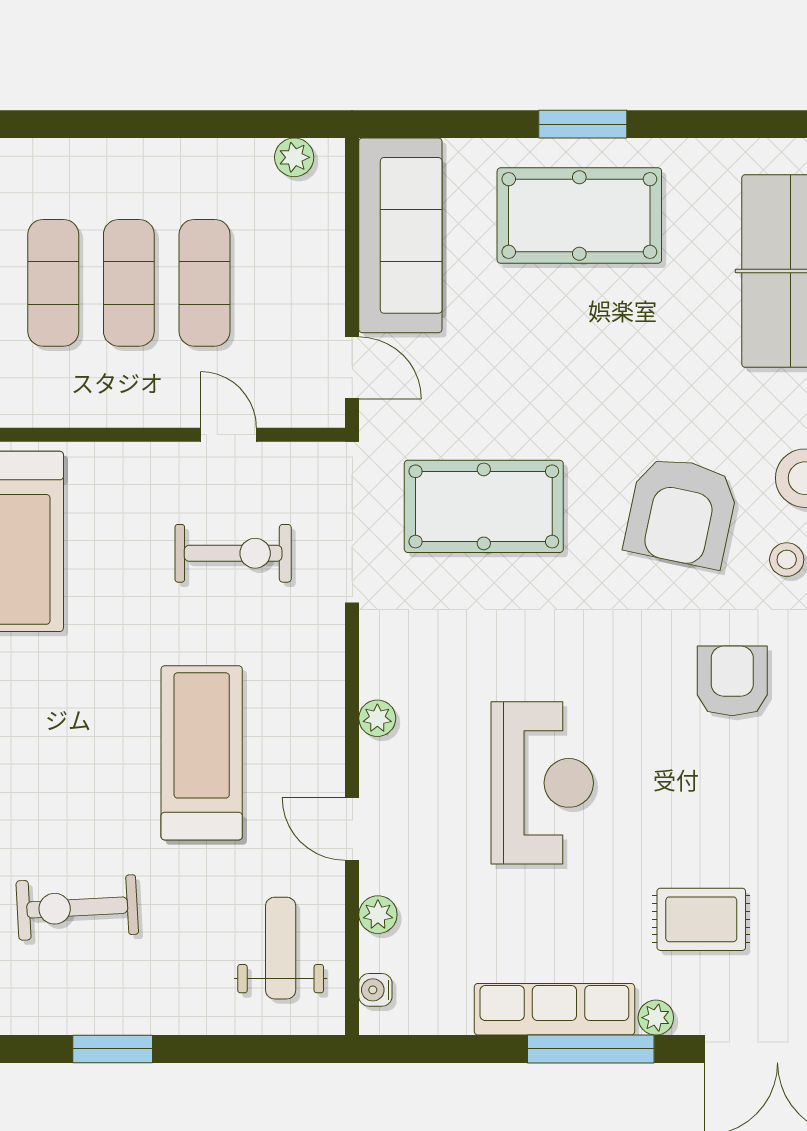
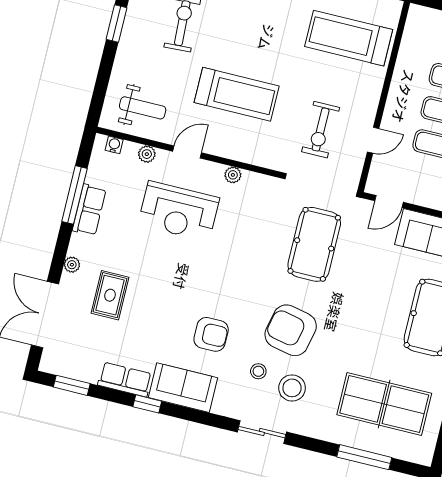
reception desk: (542, 783) -> (179, 211), moved
row of seats: (554, 1009) -> (89, 210), width x0.68
window: (591, 1049) -> (74, 195), moved

